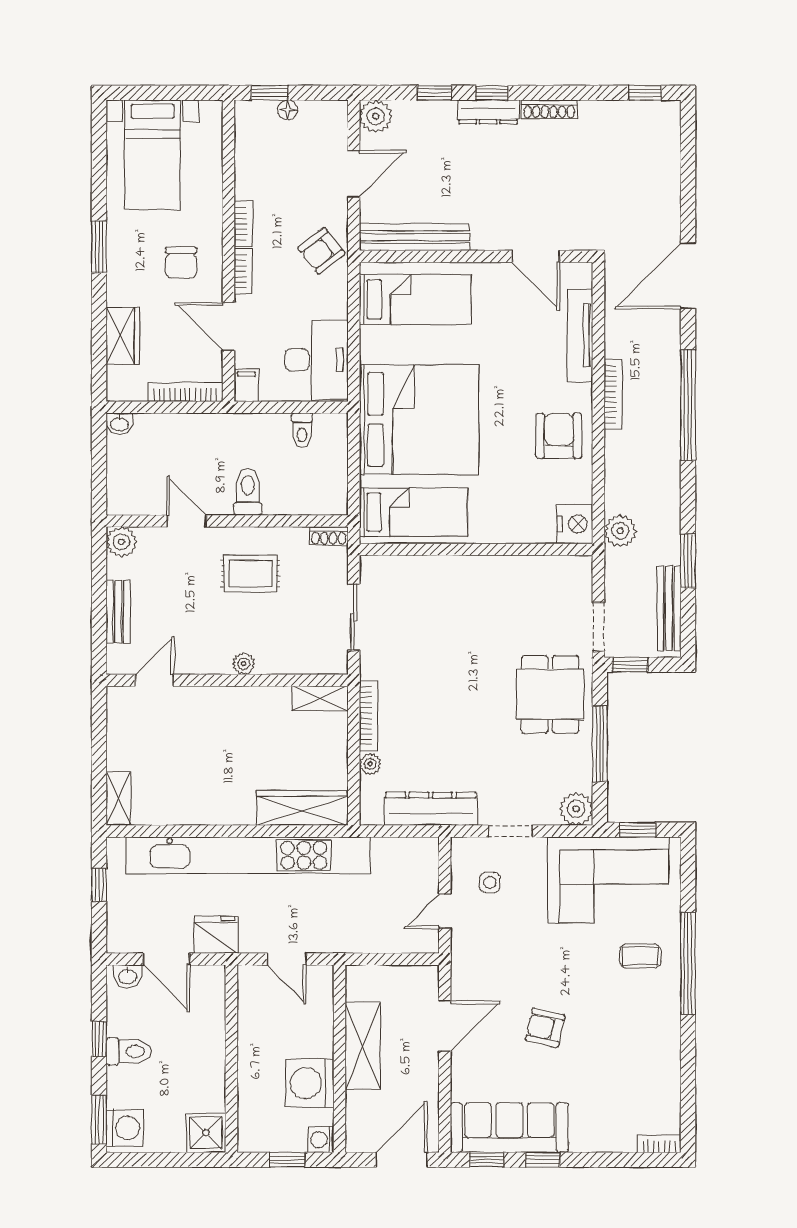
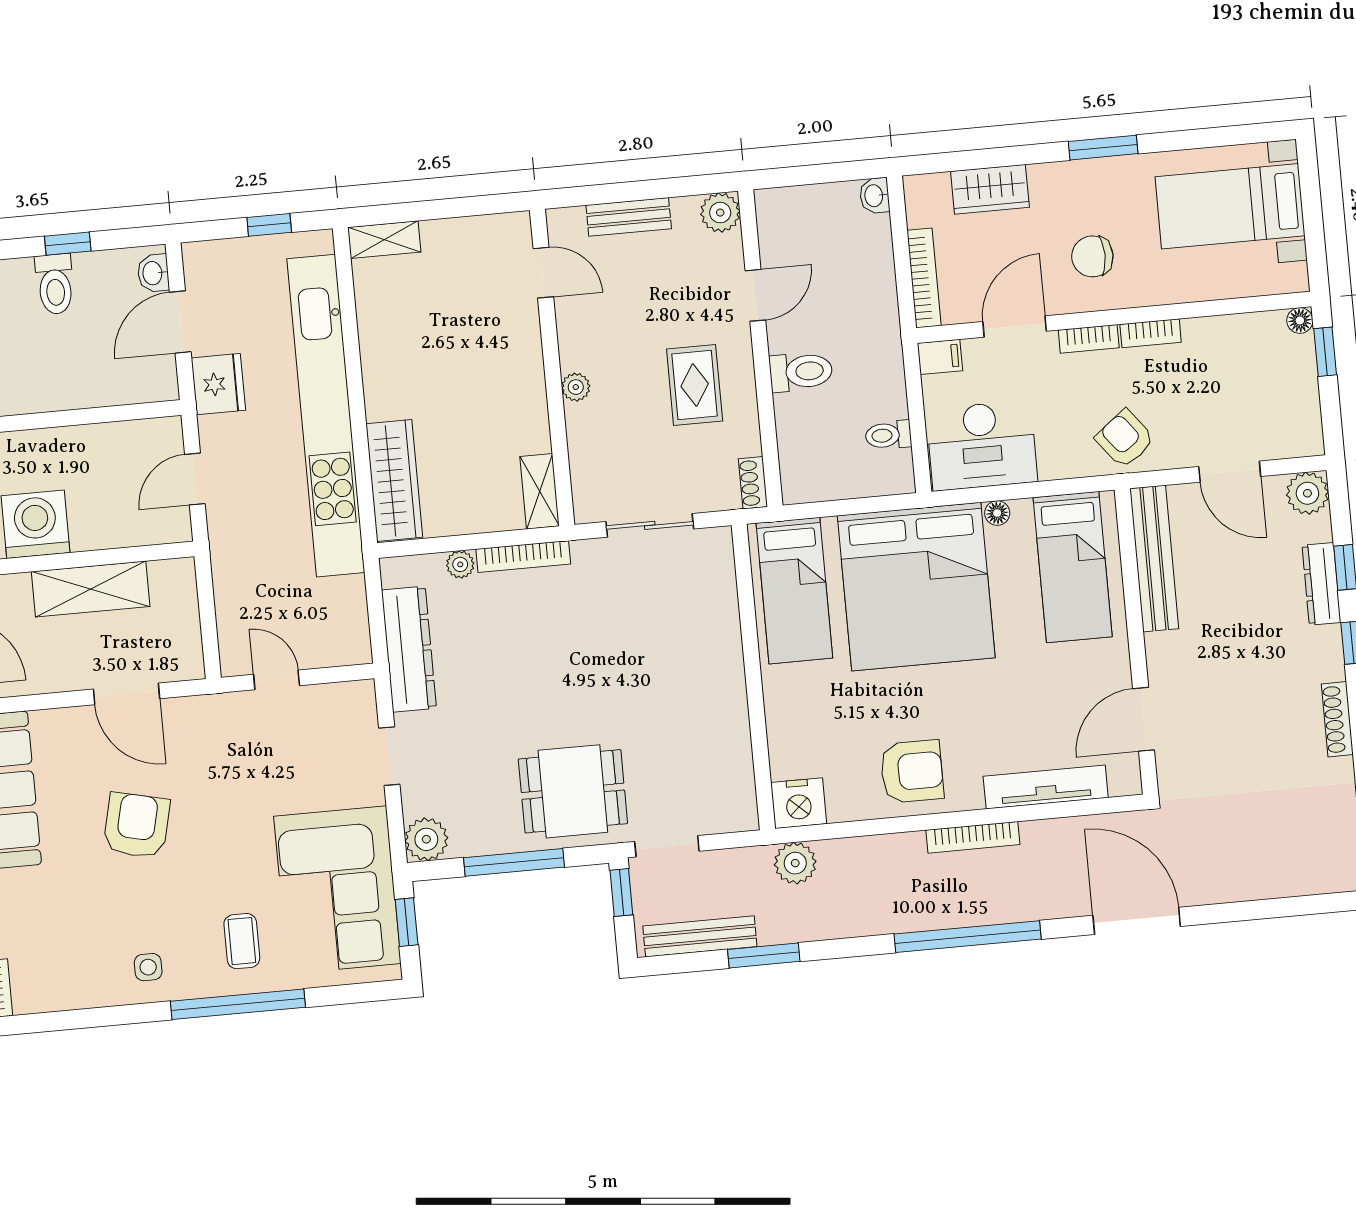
floor lamp: (288, 110) -> (1300, 320), moved
dresser: (488, 112) -> (1321, 584), moved
floor lamp: (369, 353) -> (997, 513), added
side table: (490, 883) -> (148, 967), moved
armchair: (545, 1028) -> (136, 825), width x1.38, depth x1.38

